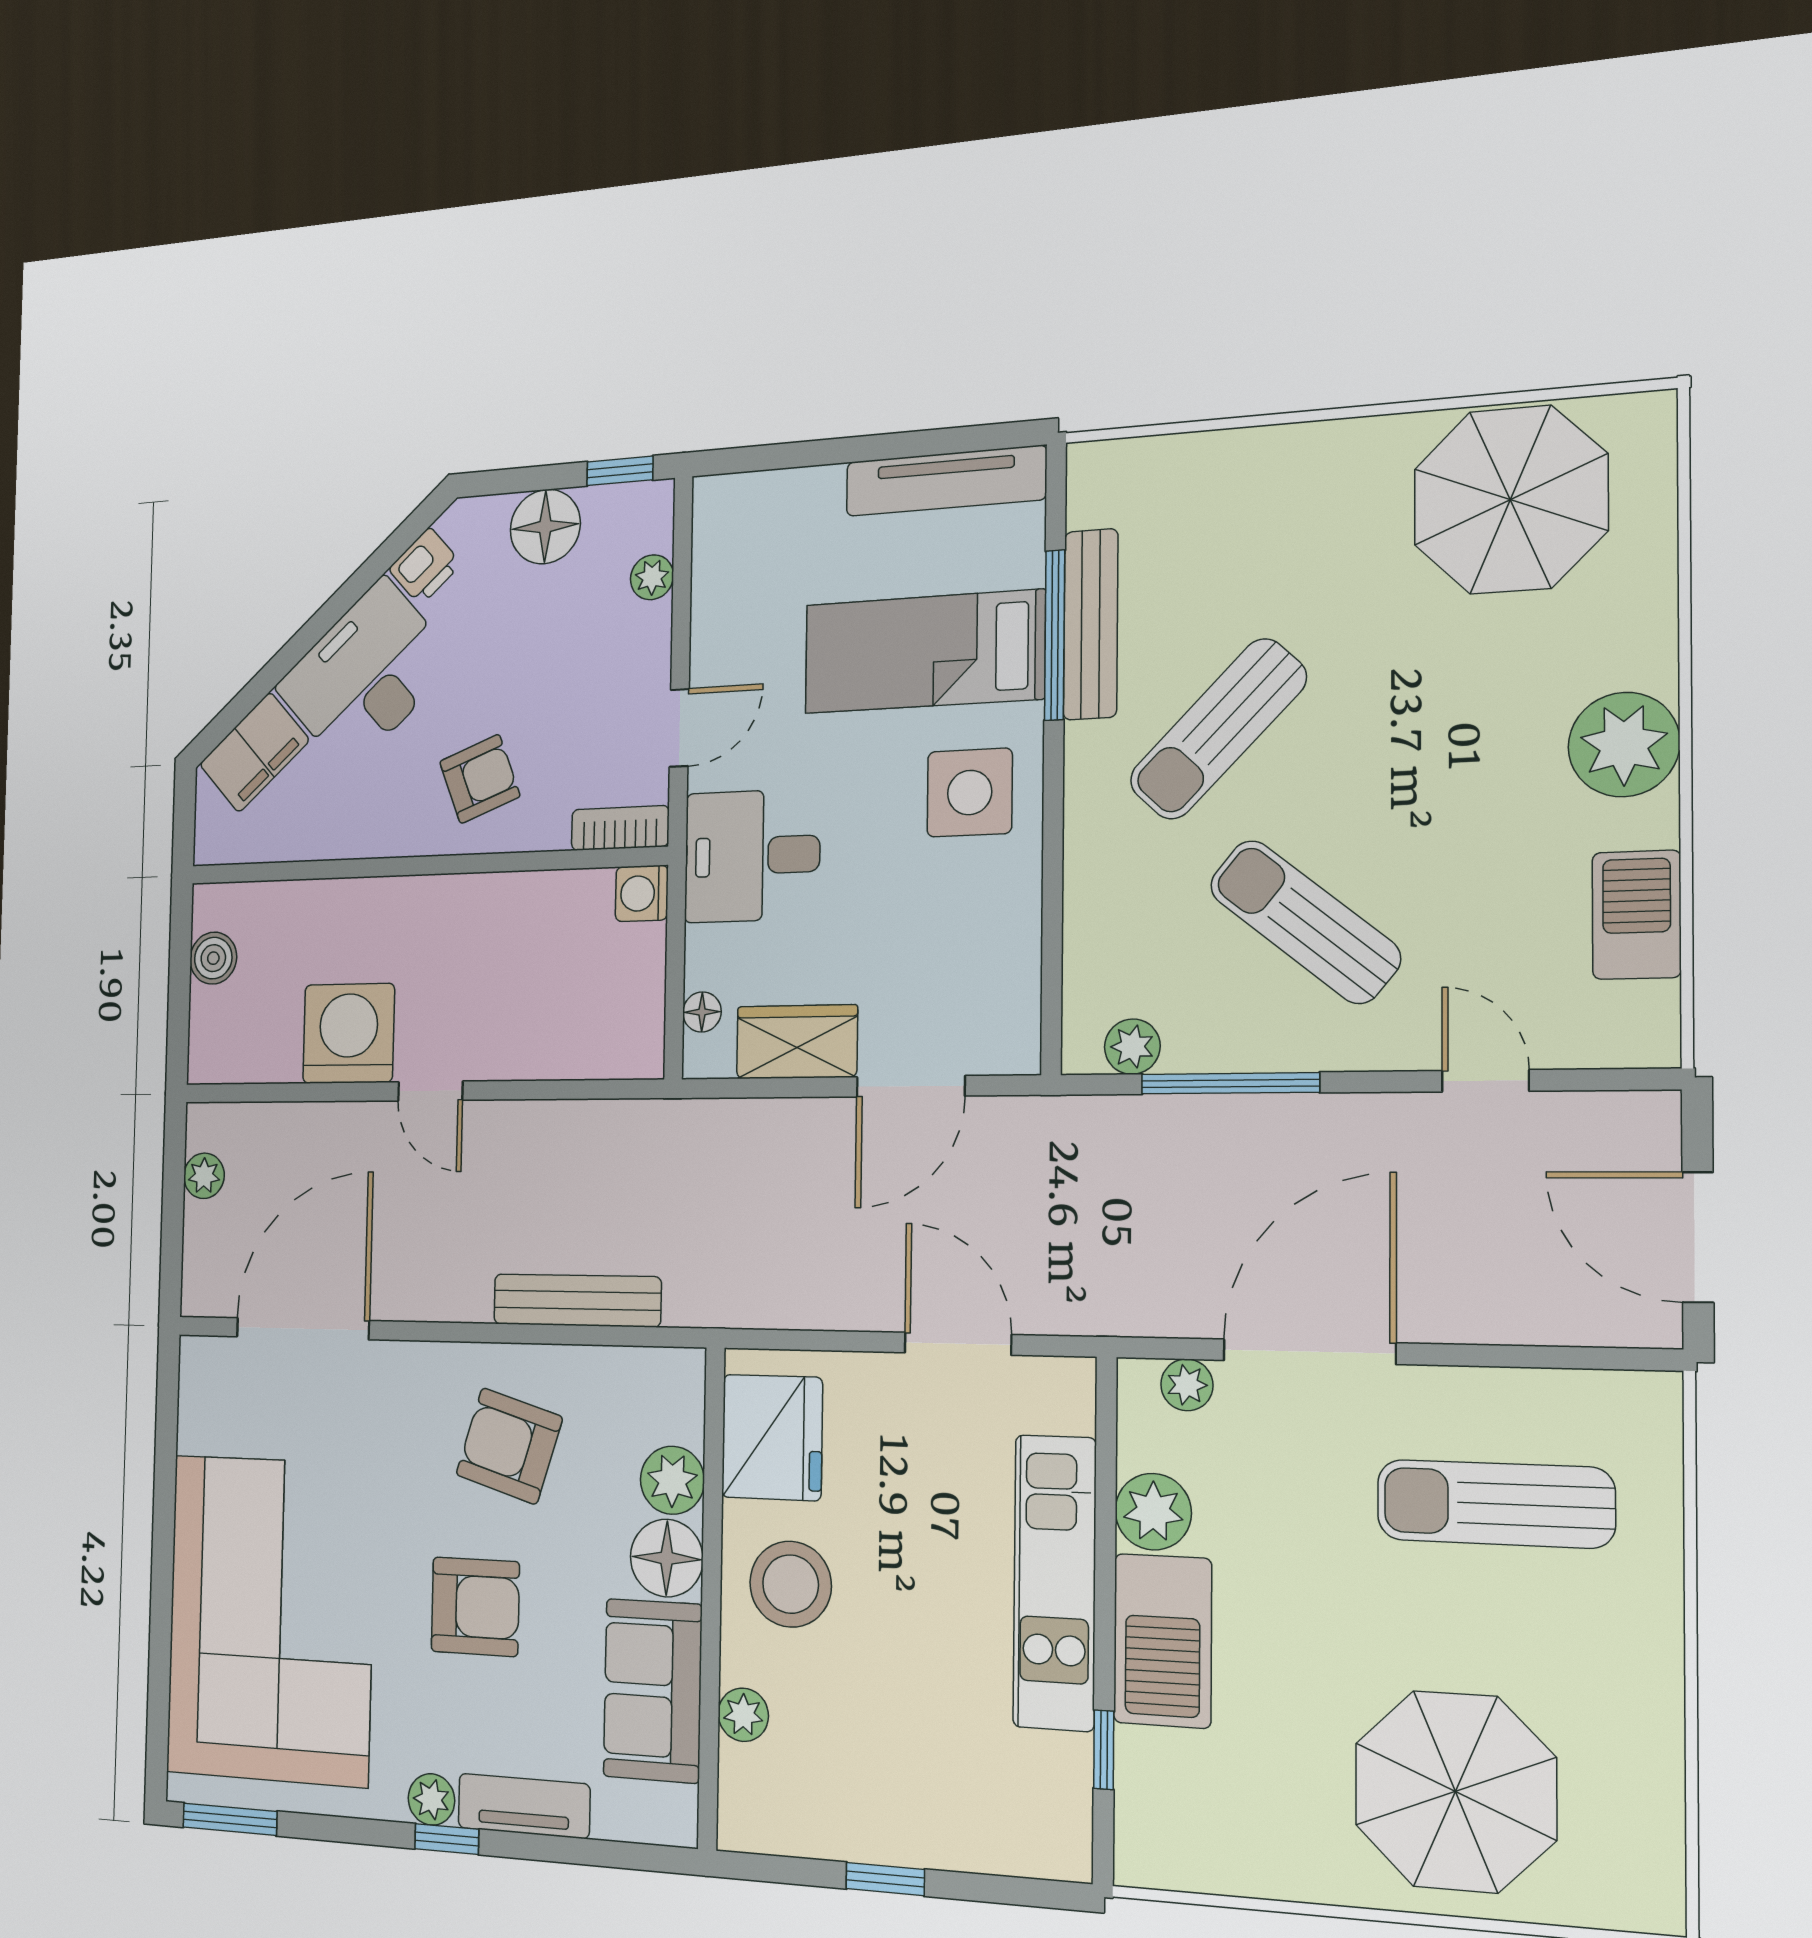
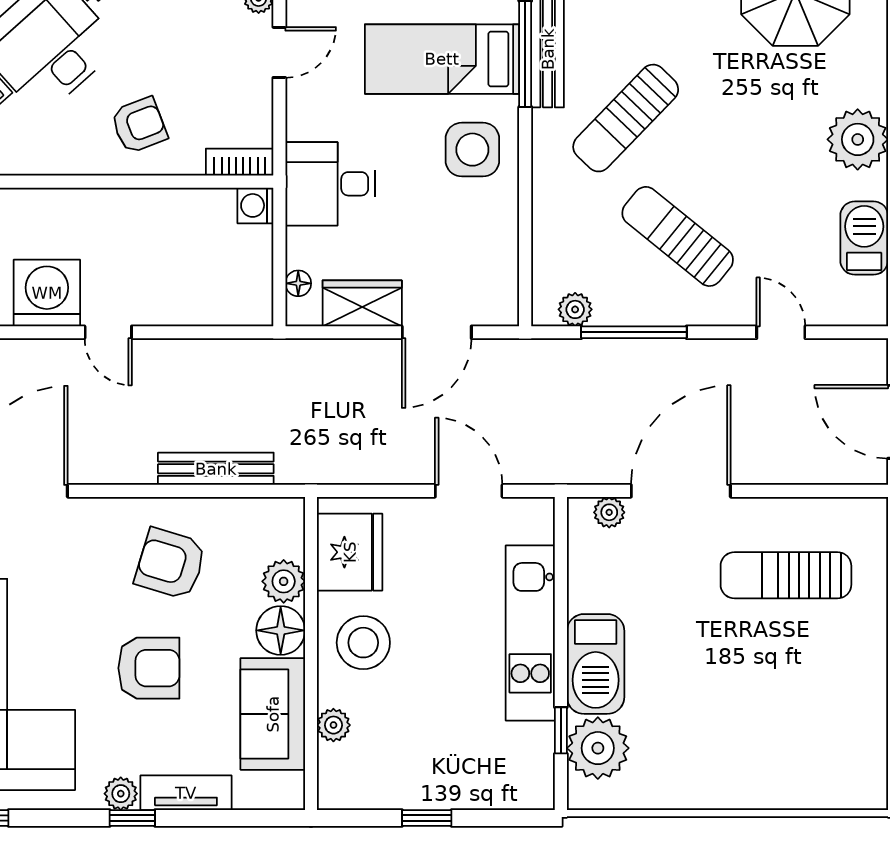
door: (679, 728) -> (279, 52), moved
plant: (1153, 1512) -> (598, 748), moved, width x1.36, depth x1.36
parasol: (1455, 1791) -> (764, 740), removed

